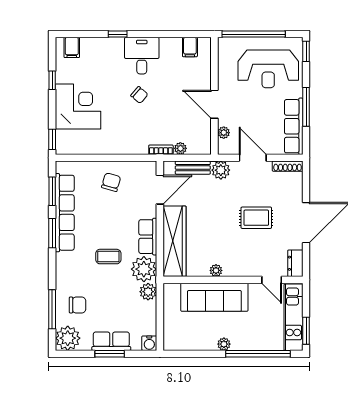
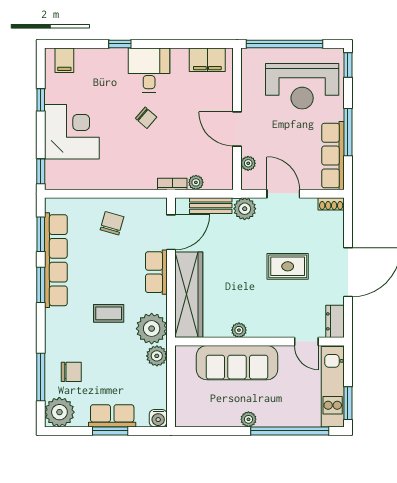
filing cabinet: (190, 47) -> (207, 60), width x2.00
shoe rack: (288, 166) -> (331, 204), width x0.70
row of seats: (148, 237) -> (156, 272), moved

